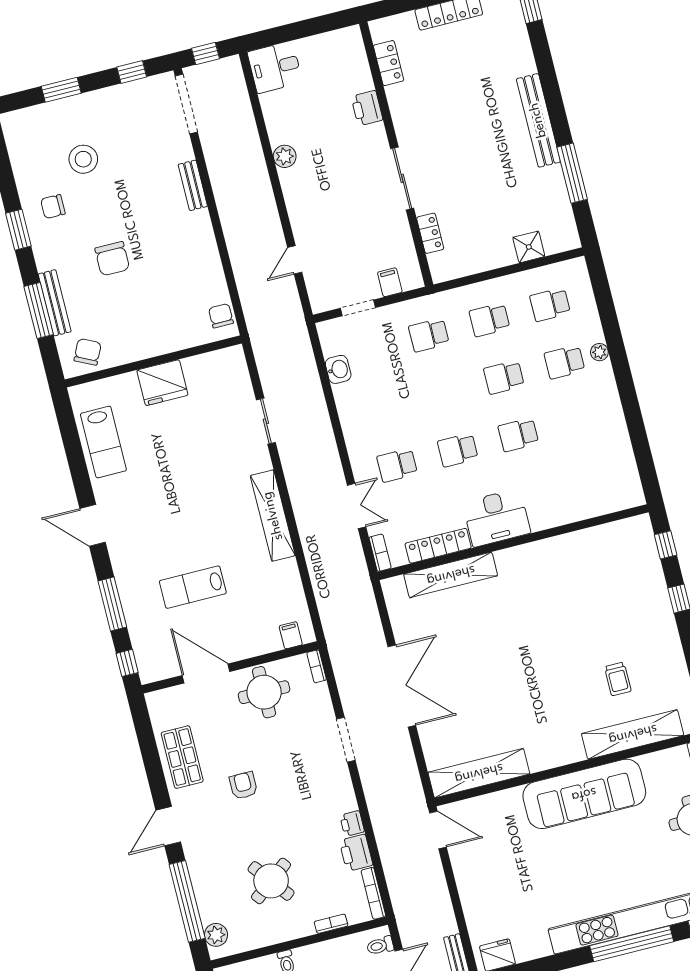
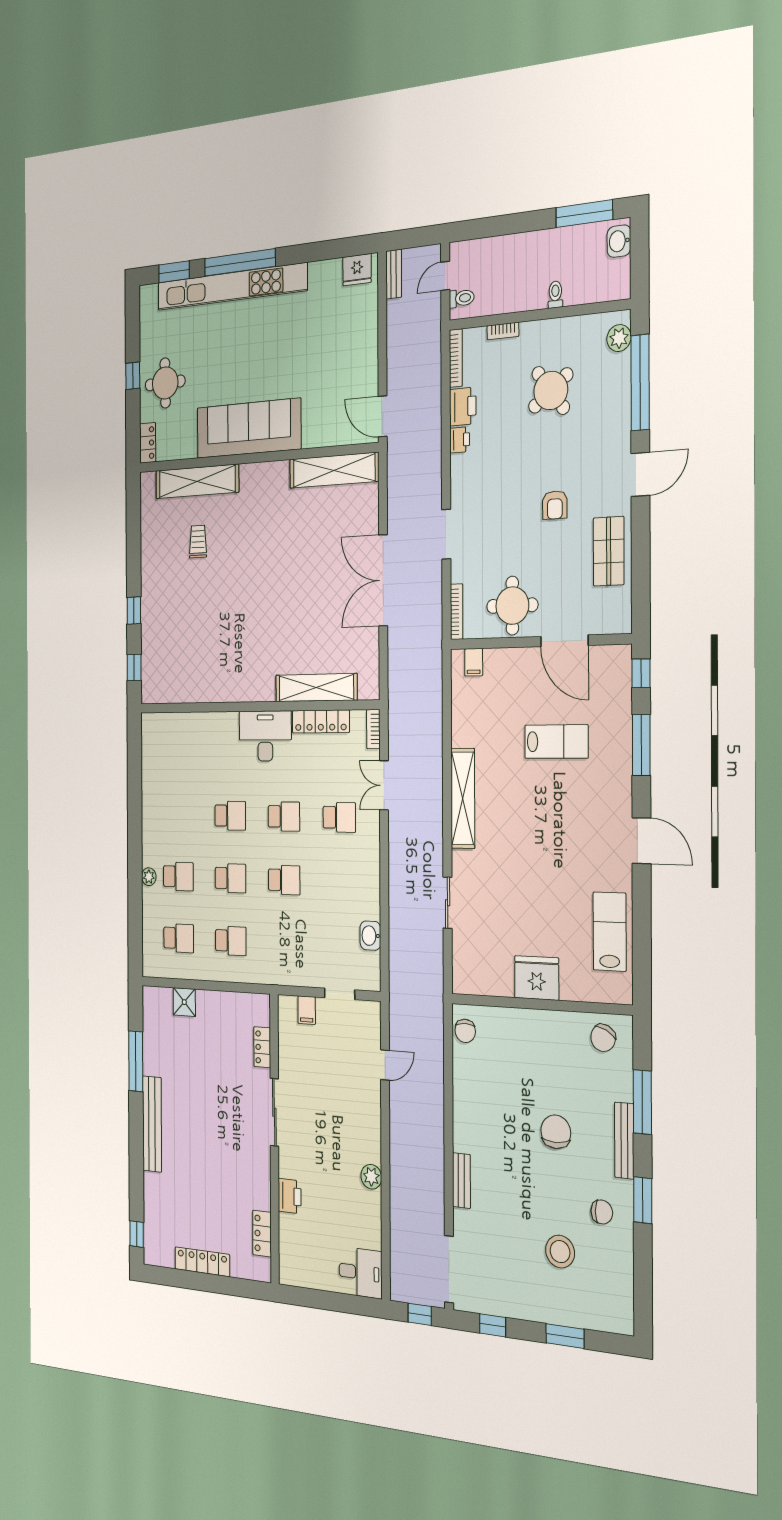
bench: (55, 303) -> (624, 1141), moved
school desk: (429, 335) -> (284, 880), moved
bookcase: (317, 666) -> (457, 612), width x1.56

